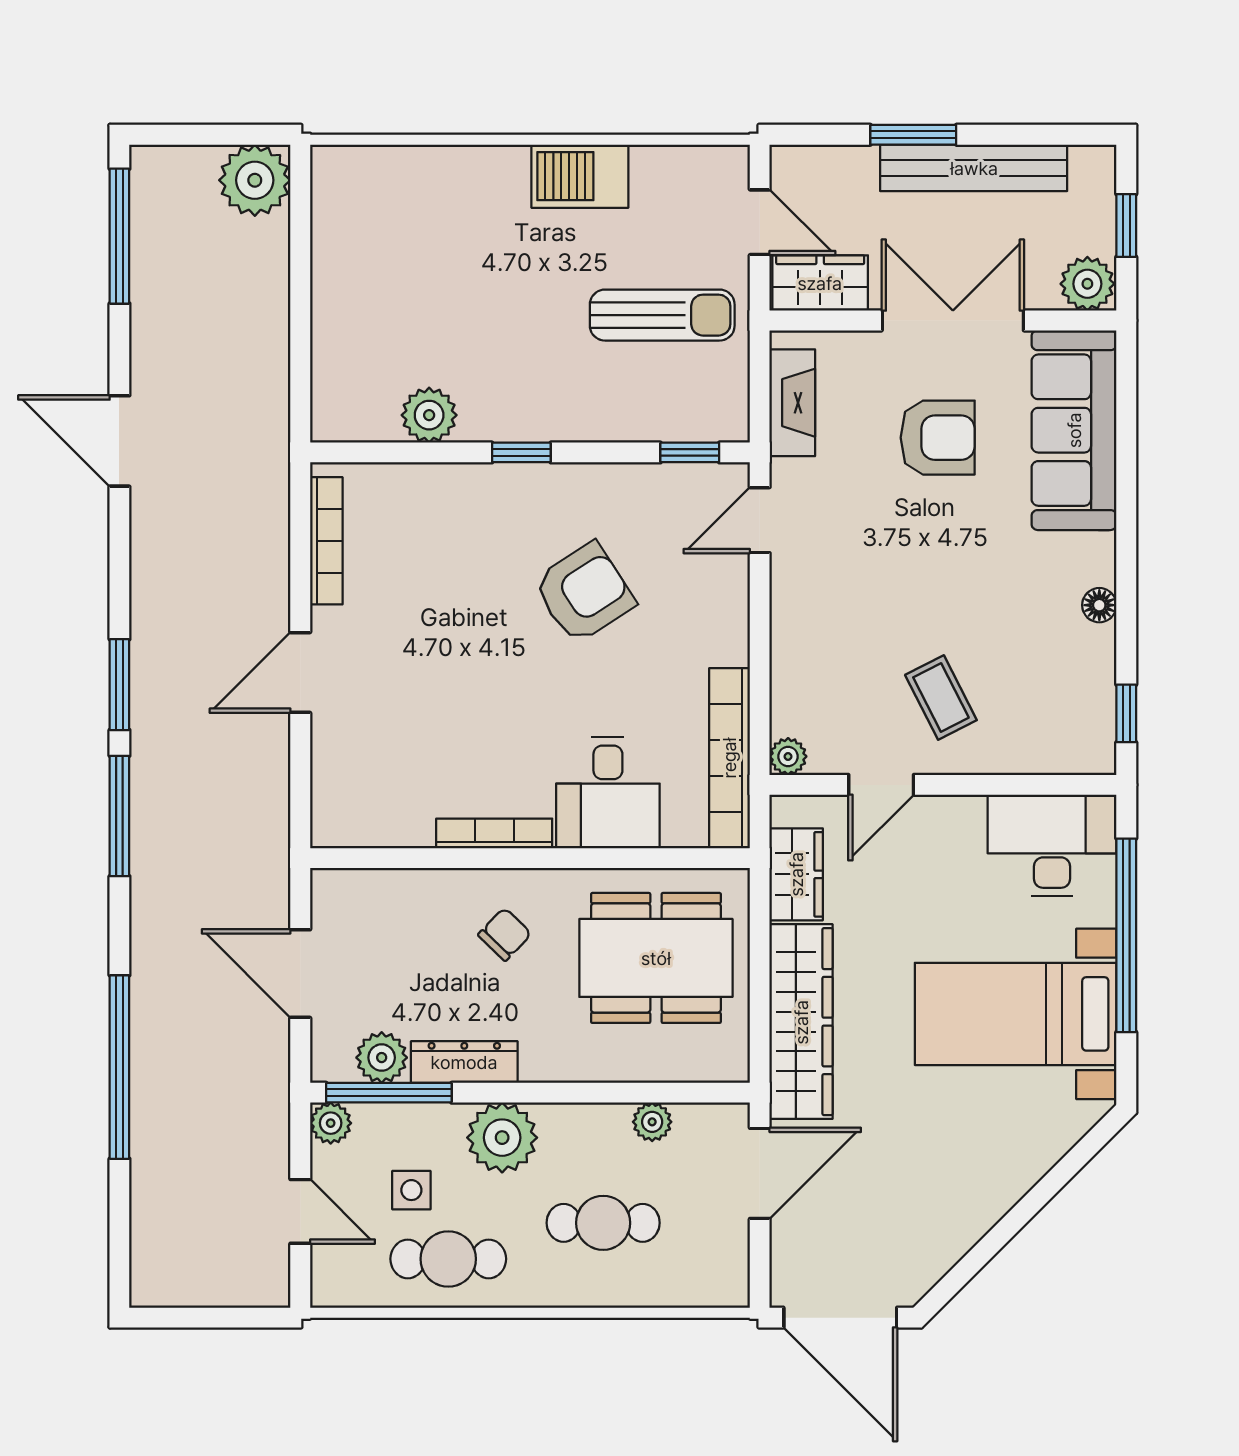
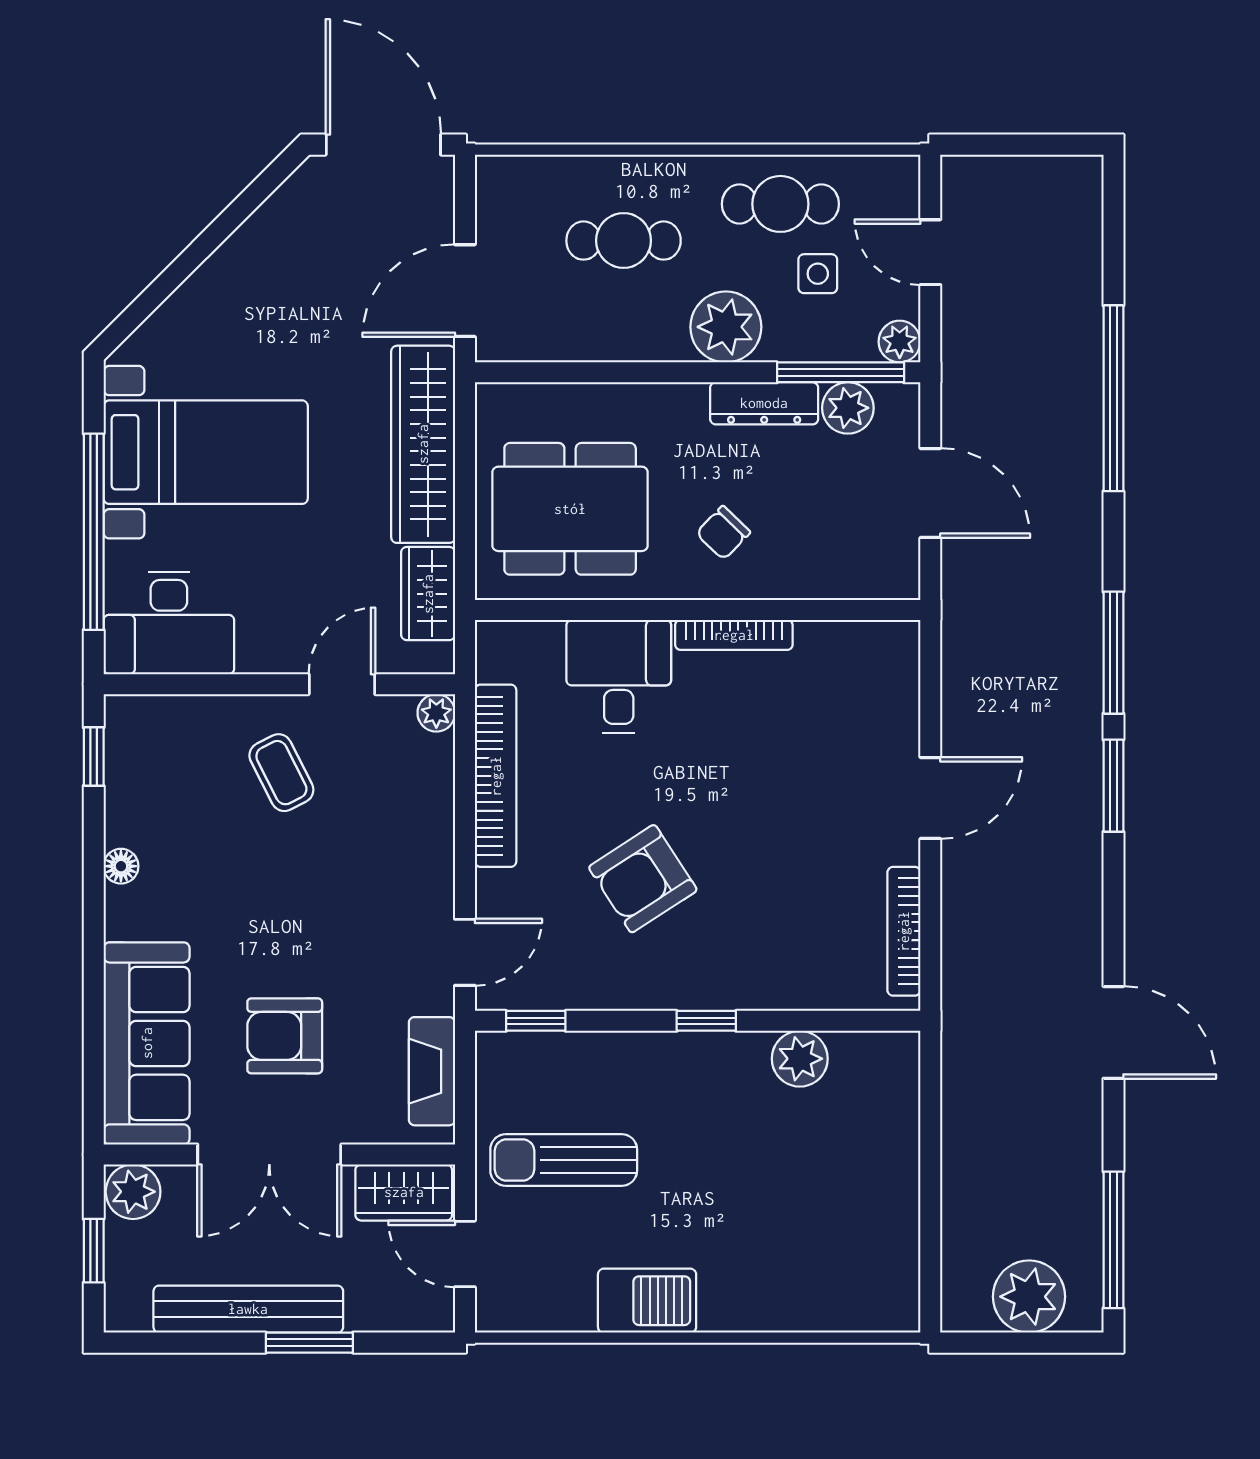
plant: (255, 180) -> (1029, 1297), moved
bookcase: (729, 758) -> (496, 776), moved
plant: (652, 1122) -> (574, 343), removed

